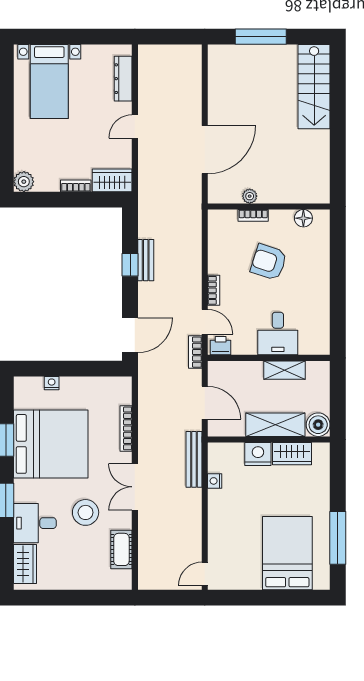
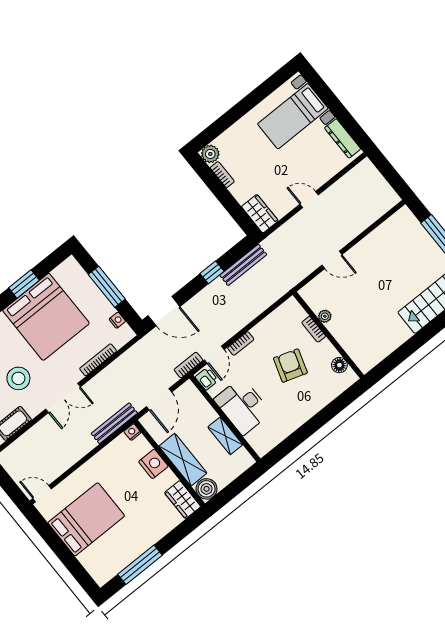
dresser: (123, 79) -> (343, 138), moved, turned -90
door: (205, 150) -> (332, 260), width x0.53
bookcase: (76, 186) -> (222, 175), moved
bench: (146, 260) -> (243, 265), moved, width x1.36
desk: (278, 334) -> (242, 406), width x1.37
window: (67, 369) -> (107, 287), added
nightstand: (52, 383) -> (117, 320), moved
wardrobe: (292, 454) -> (183, 500), moved
nightstand: (215, 481) -> (132, 432), moved
double door: (135, 487) -> (63, 398), swing flipped
bed: (287, 553) -> (86, 519), moved

